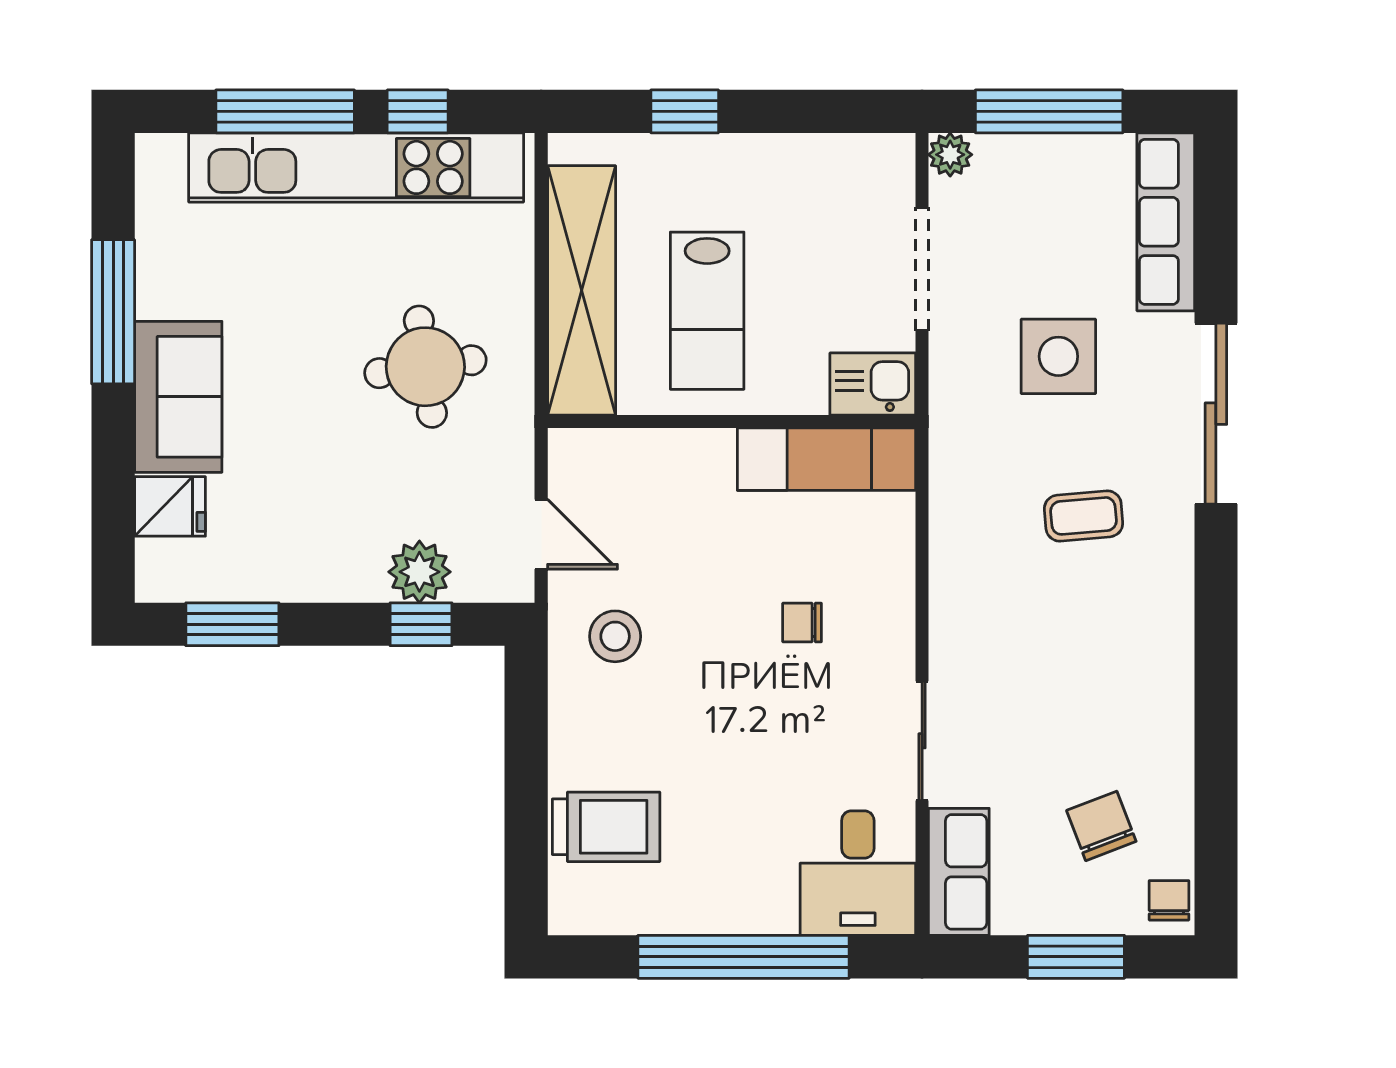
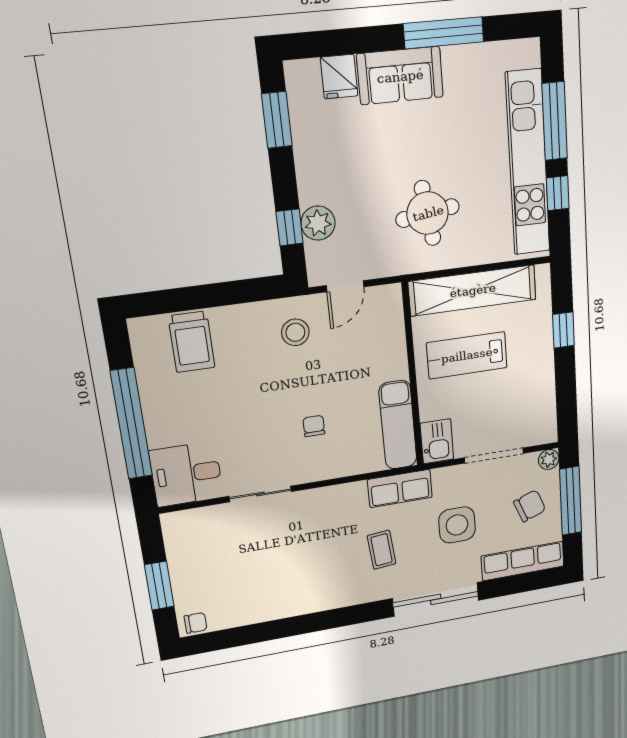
chair: (1101, 826) -> (530, 506), moved
row of seats: (959, 872) -> (400, 488), moved

